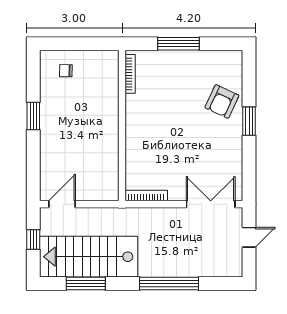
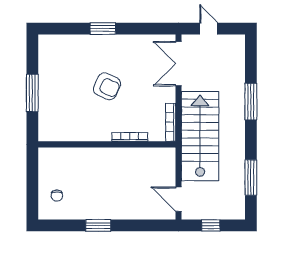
bookcase: (130, 74) -> (130, 137), moved
armchair: (222, 101) -> (107, 86), moved
stairs: (89, 257) -> (200, 136), moved, turned 180
window: (169, 283) -> (251, 102), width x0.68

